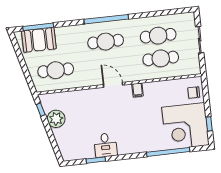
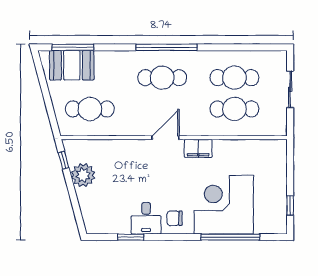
door: (113, 85) -> (166, 138), hinge flipped
filing cabinet: (138, 90) -> (198, 148), width x2.00
chair: (194, 93) -> (174, 218), moved
corner desk: (185, 126) -> (224, 205), moved, turned 90

